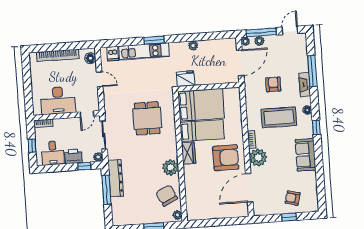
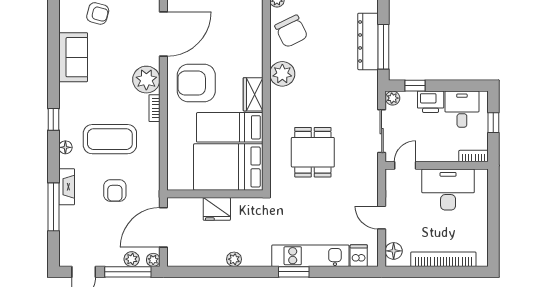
fridge: (186, 79) -> (217, 209), moved
sofa: (306, 155) -> (73, 57), moved
dresser: (116, 178) -> (368, 41), moved

